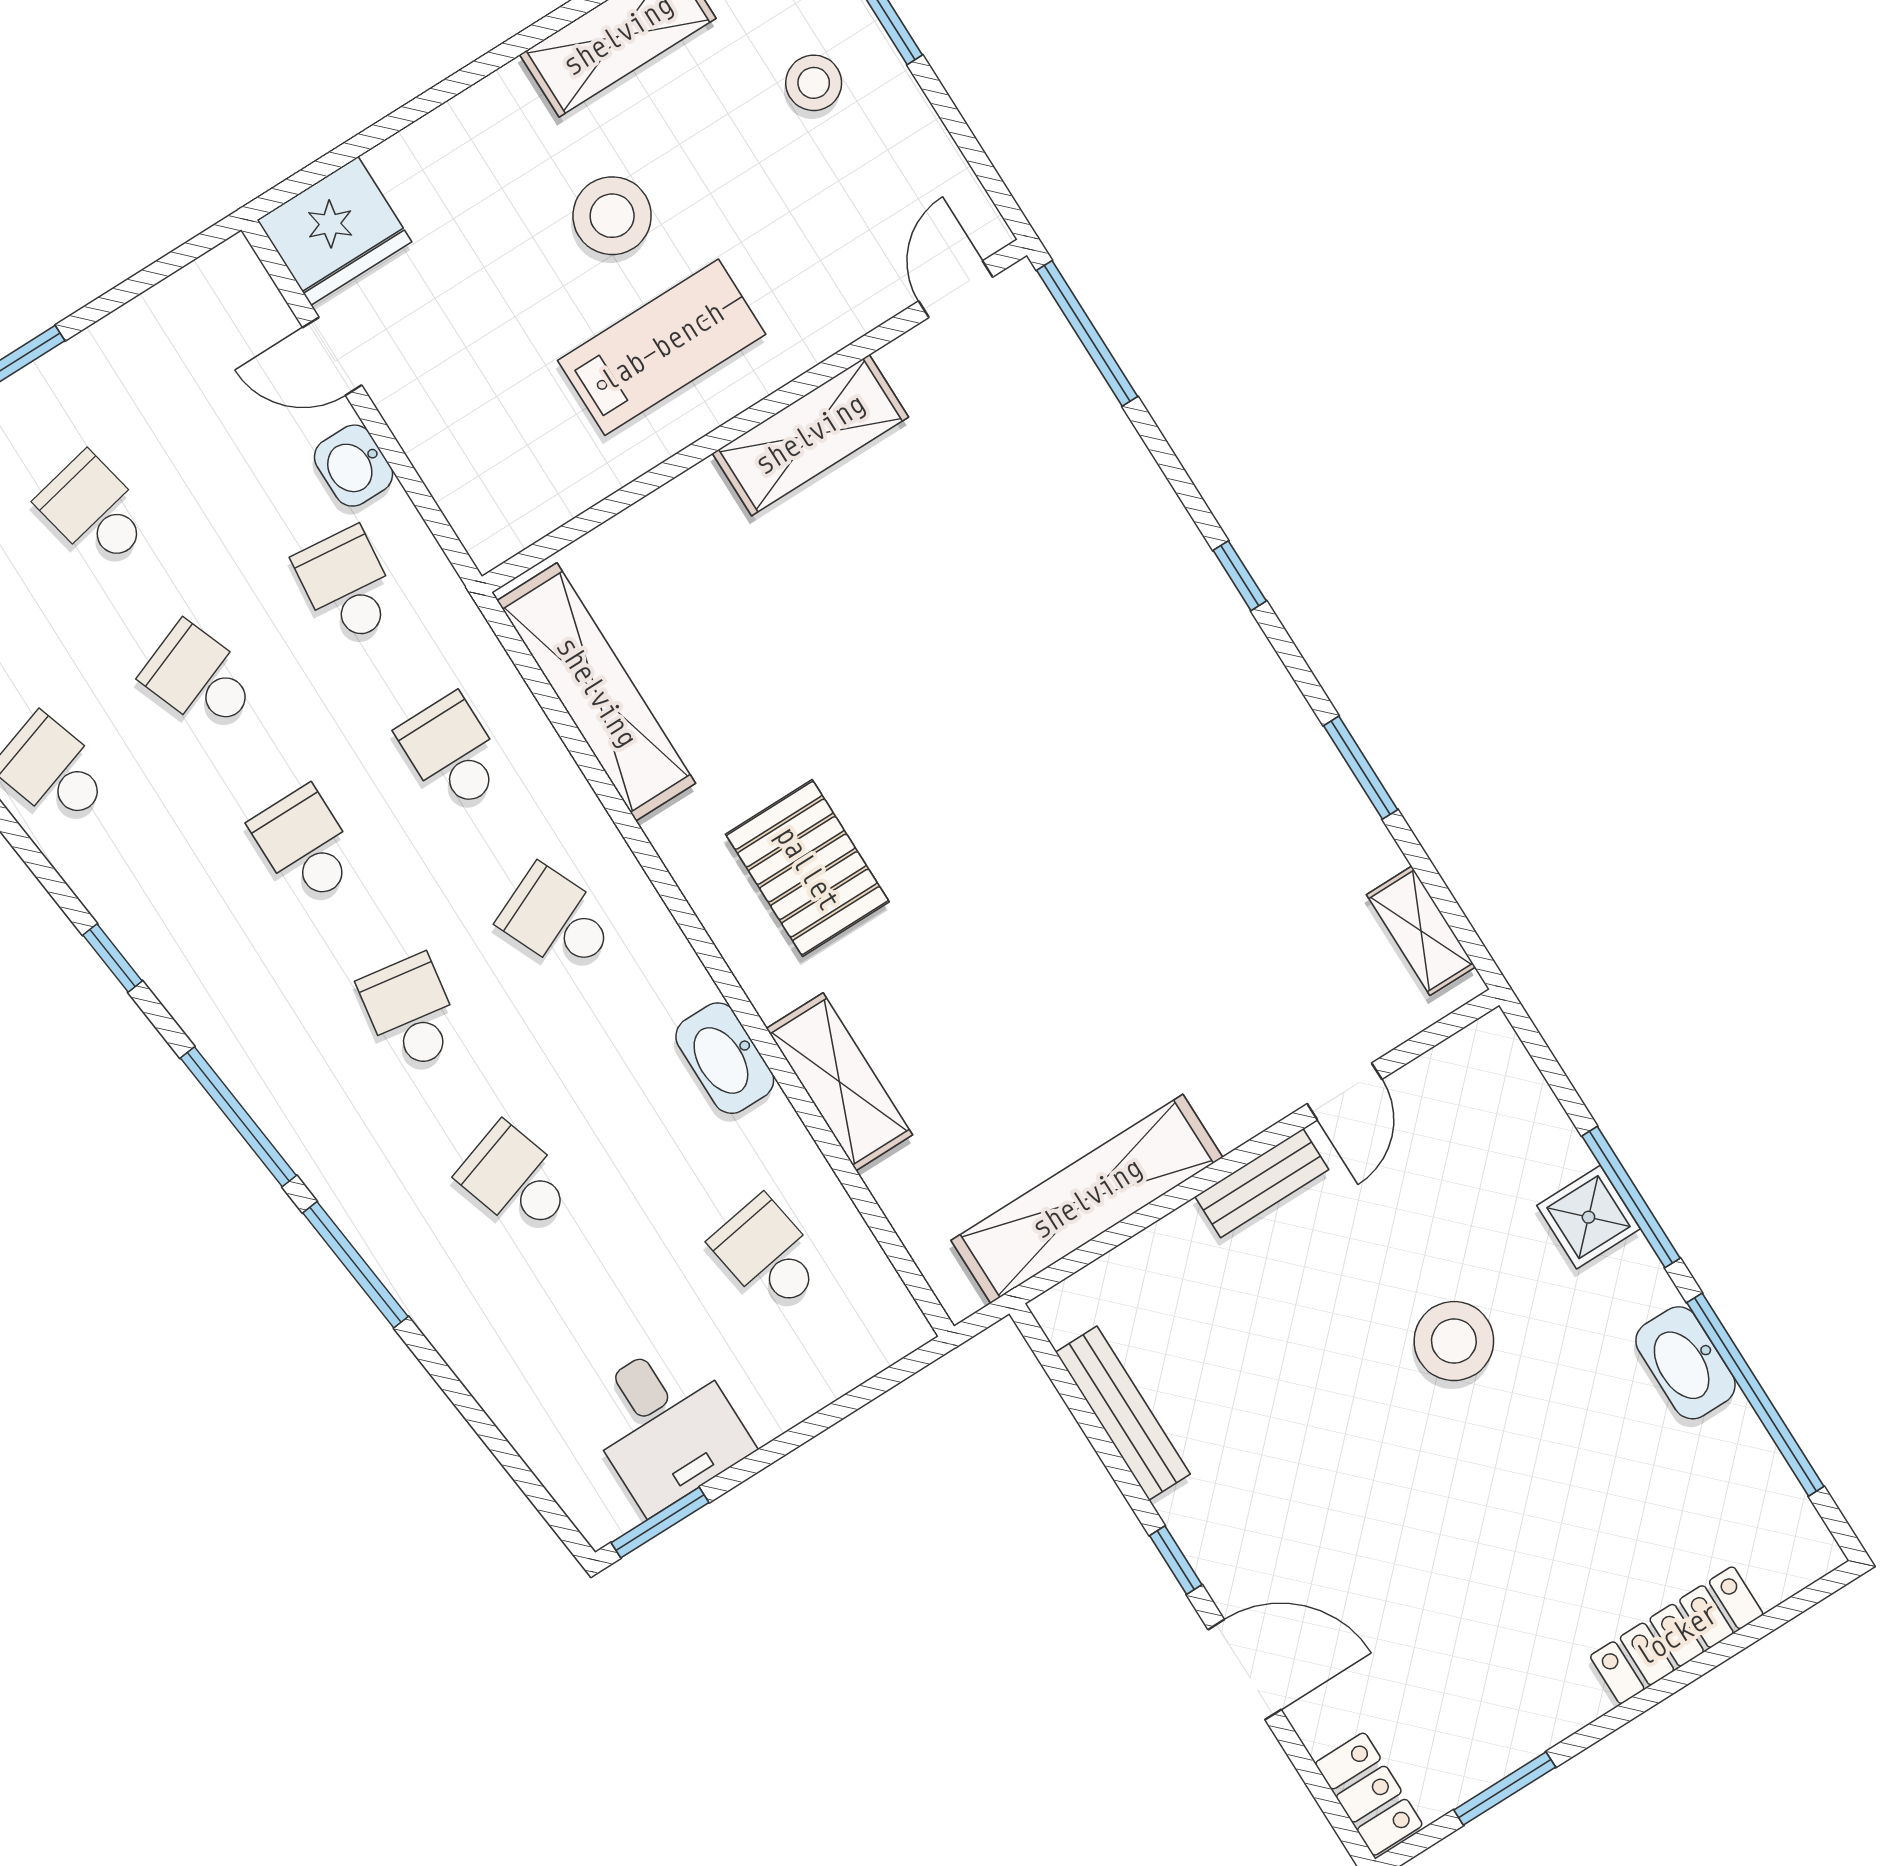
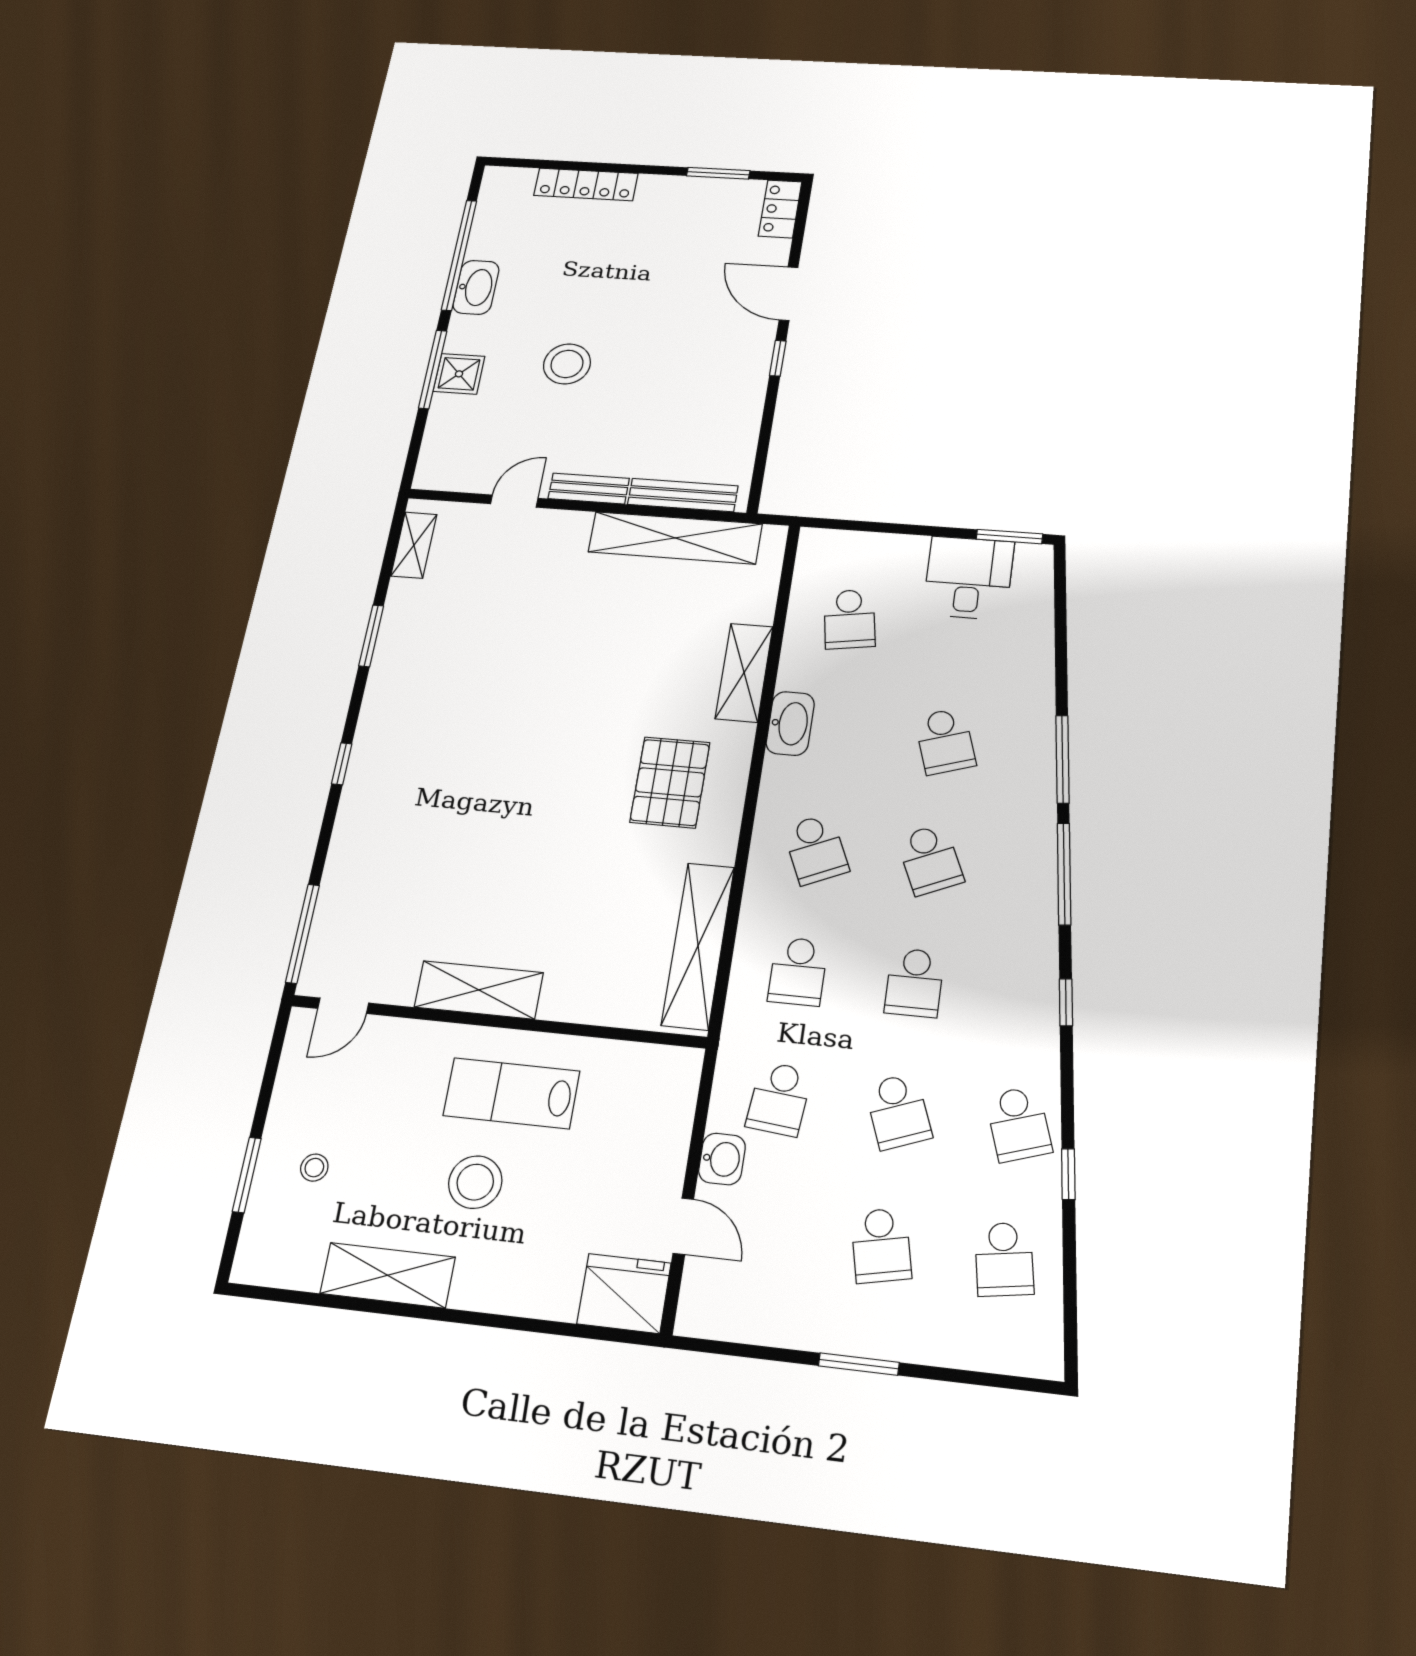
stool: (814, 83) -> (314, 1168), width x0.73, depth x0.73
school desk: (411, 1013) -> (930, 859), turned -33
bench: (1123, 1413) -> (683, 495), moved, turned 90

